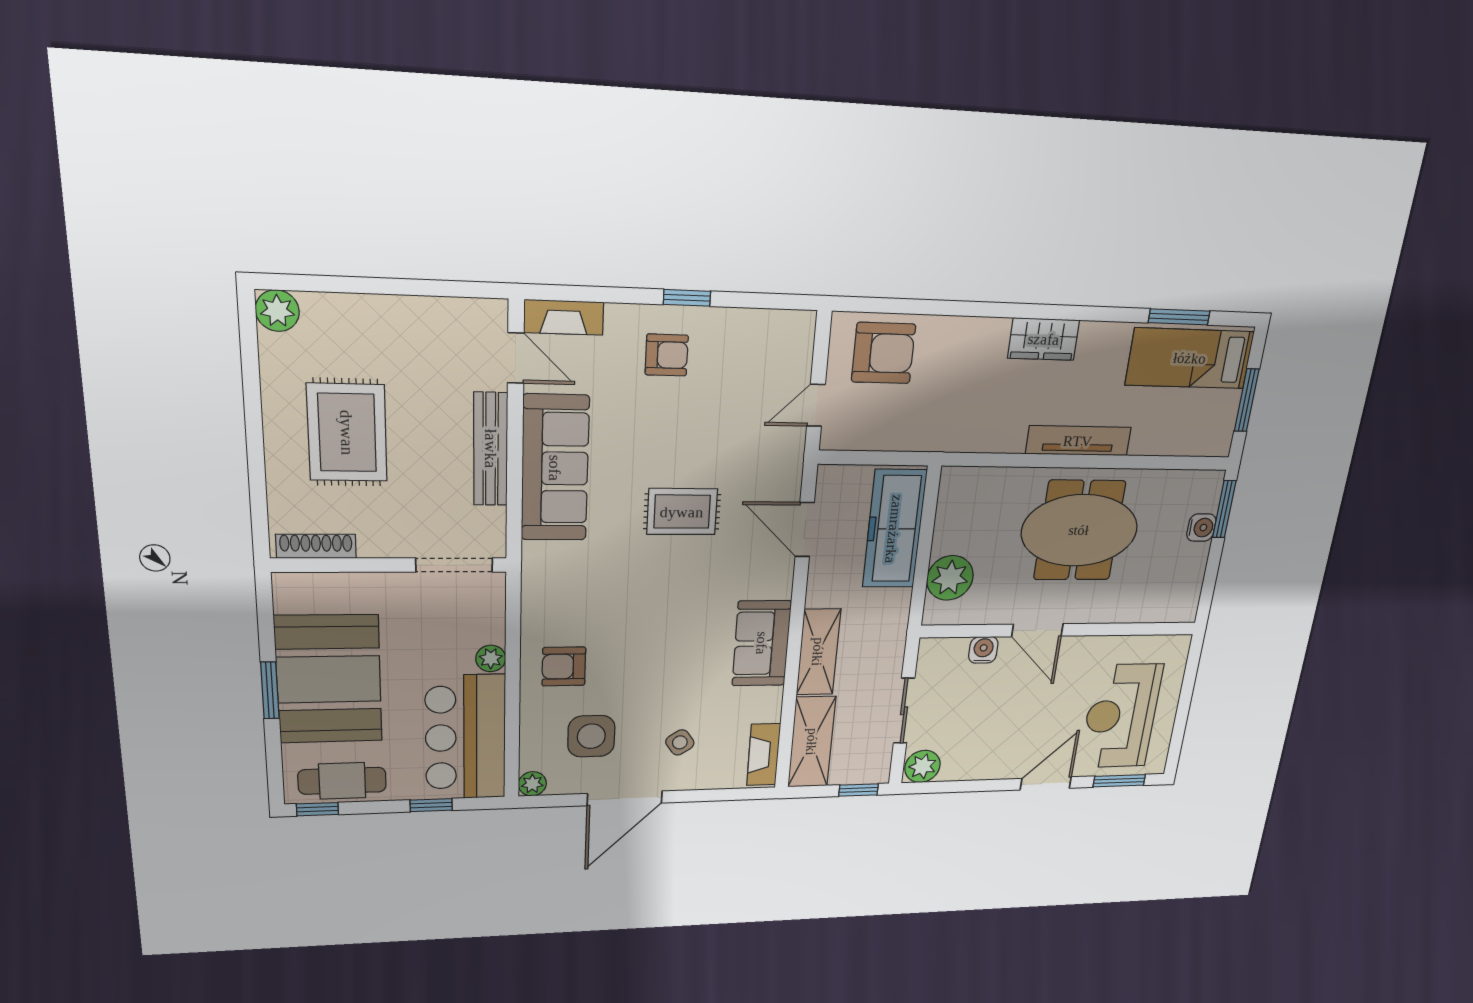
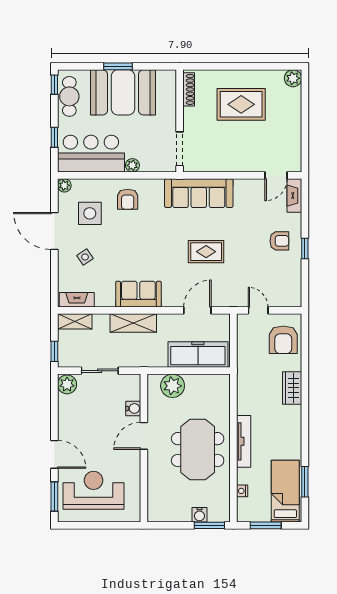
wardrobe: (1044, 339) -> (292, 388), moved
armchair: (667, 355) -> (279, 241), turned -90
nightstand: (1173, 445) -> (242, 491), added
bench: (491, 449) -> (235, 165), removed
sofa: (555, 468) -> (199, 193), moved
rug: (682, 512) -> (206, 252), turned 90
armchair: (564, 667) -> (128, 199), turned 180
shelving: (812, 742) -> (75, 321), width x0.67, depth x0.75

